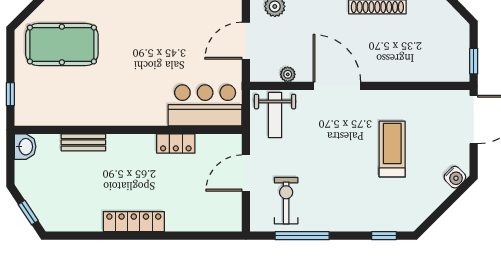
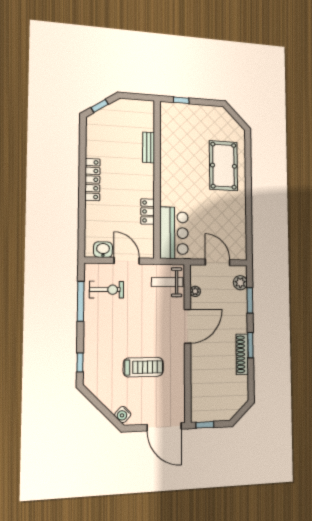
pool table: (62, 44) -> (223, 166), moved
washbasin: (25, 147) -> (103, 250), moved, turned 180

